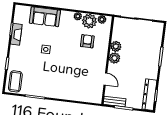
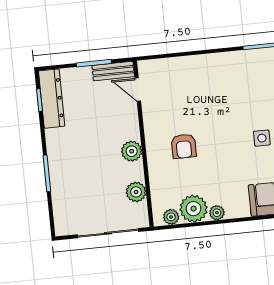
armchair: (87, 41) -> (184, 146), moved
plant: (116, 46) -> (136, 192), moved
door: (105, 79) -> (138, 90), moved

